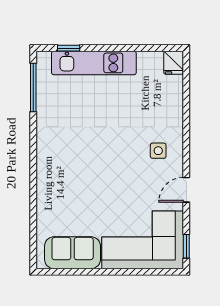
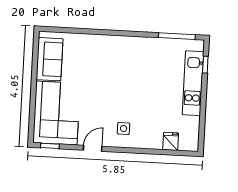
fridge: (174, 63) -> (171, 141), moved, turned 90
door: (186, 190) -> (93, 148), hinge flipped

